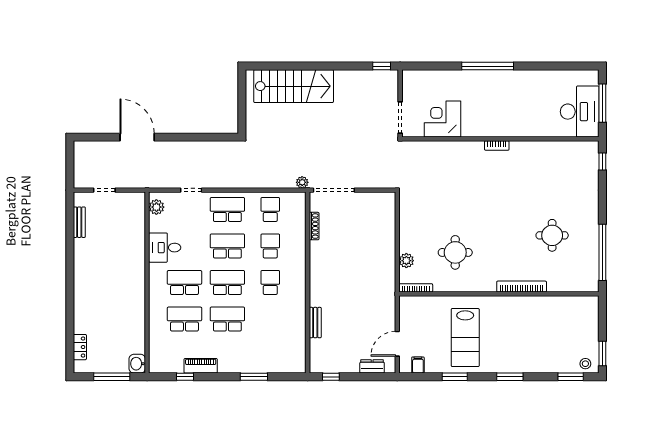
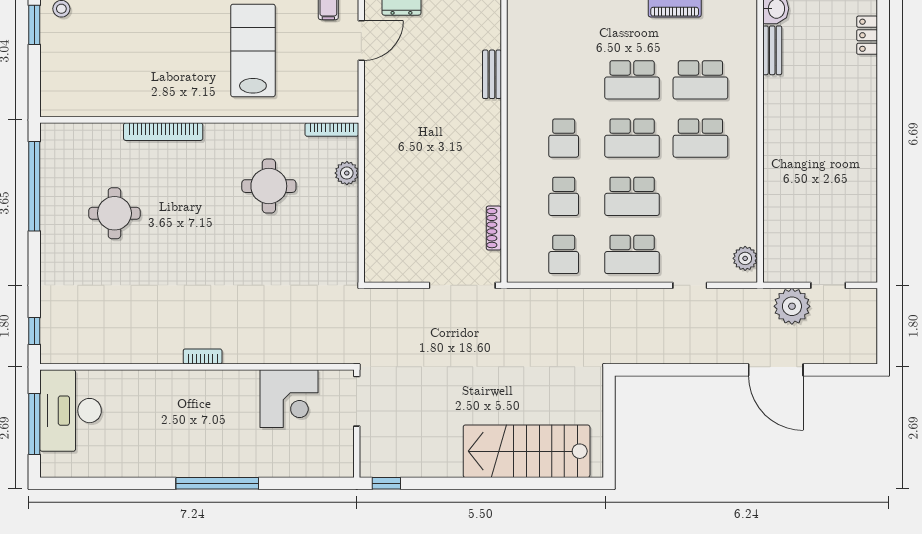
plant: (302, 182) -> (792, 306), moved, width x1.88, depth x1.88
bench: (79, 222) -> (772, 50), moved
desk: (165, 248) -> (732, 194), removed

